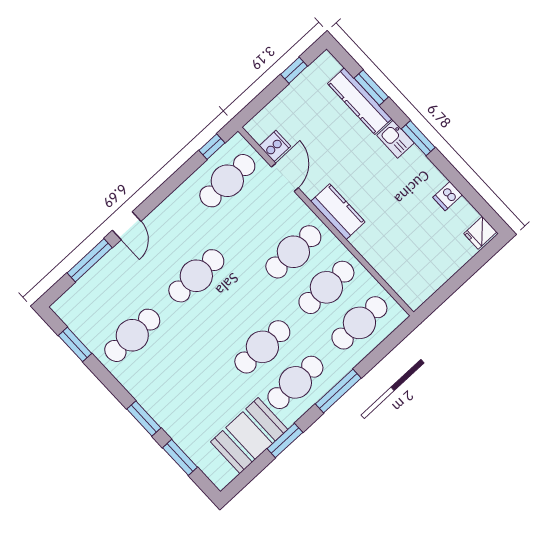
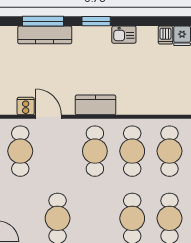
window: (371, 88) -> (43, 21), width x1.44
kitchen sink: (395, 139) -> (124, 35), moved
dishwasher: (448, 196) -> (165, 35), moved

